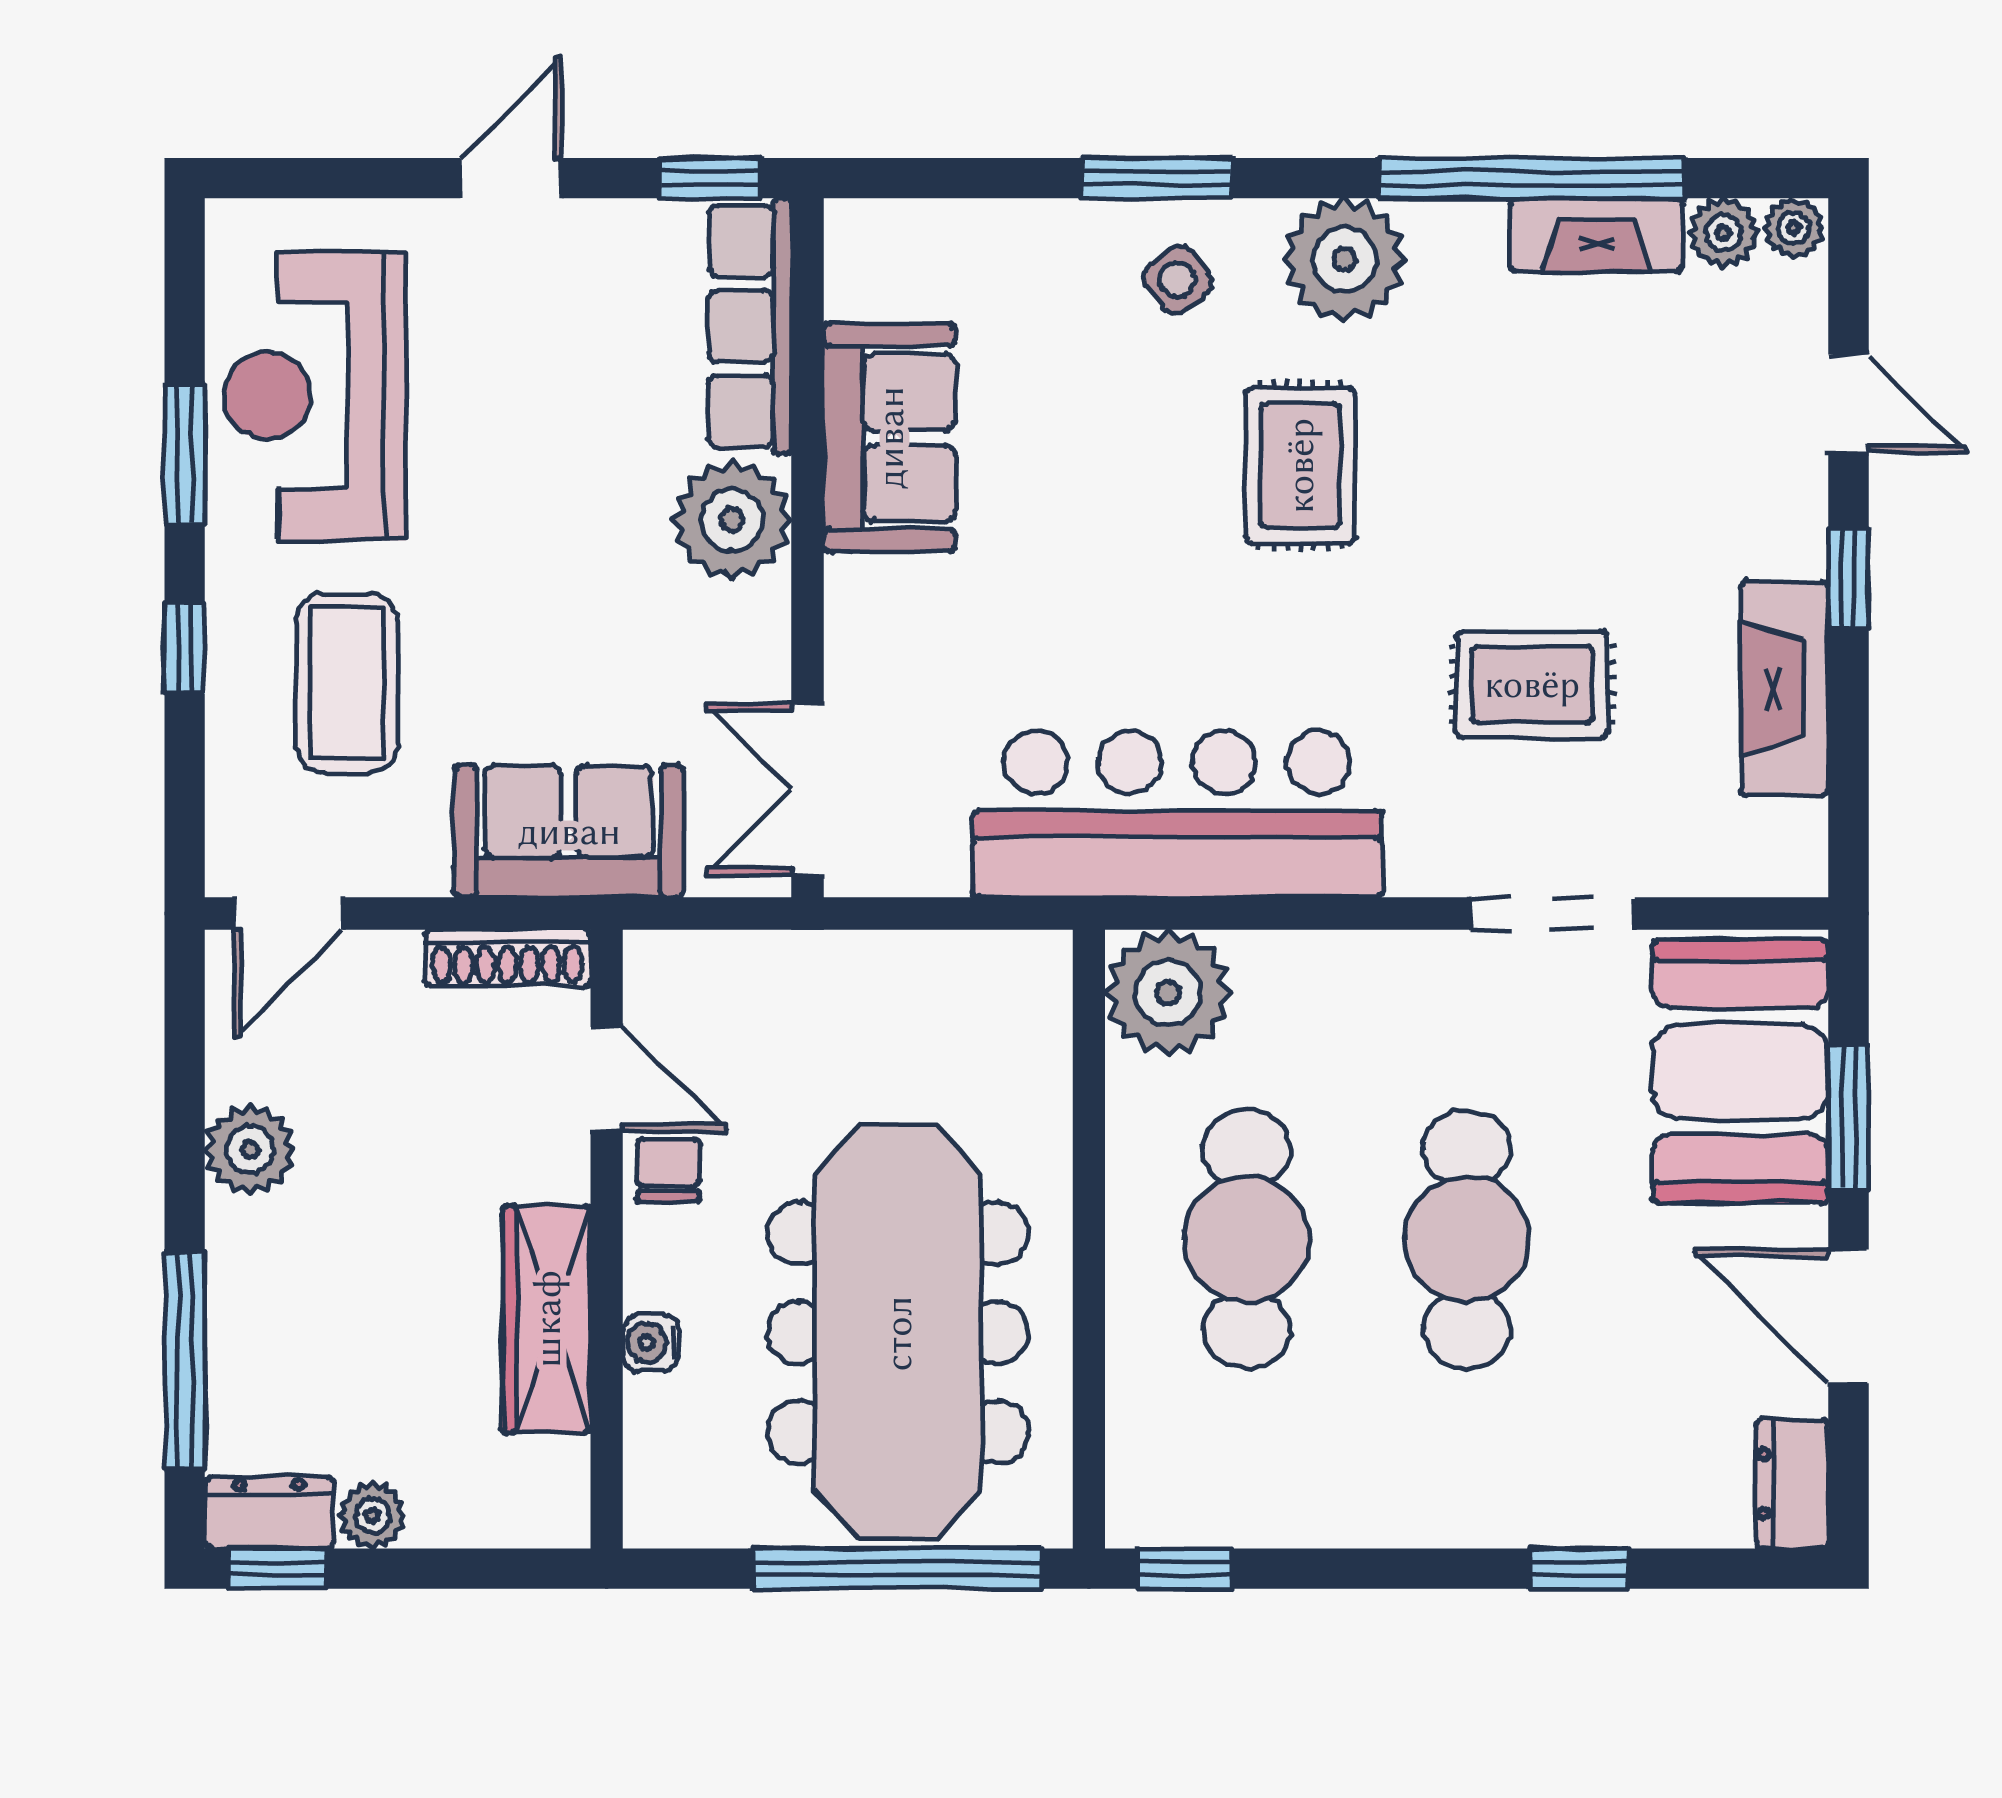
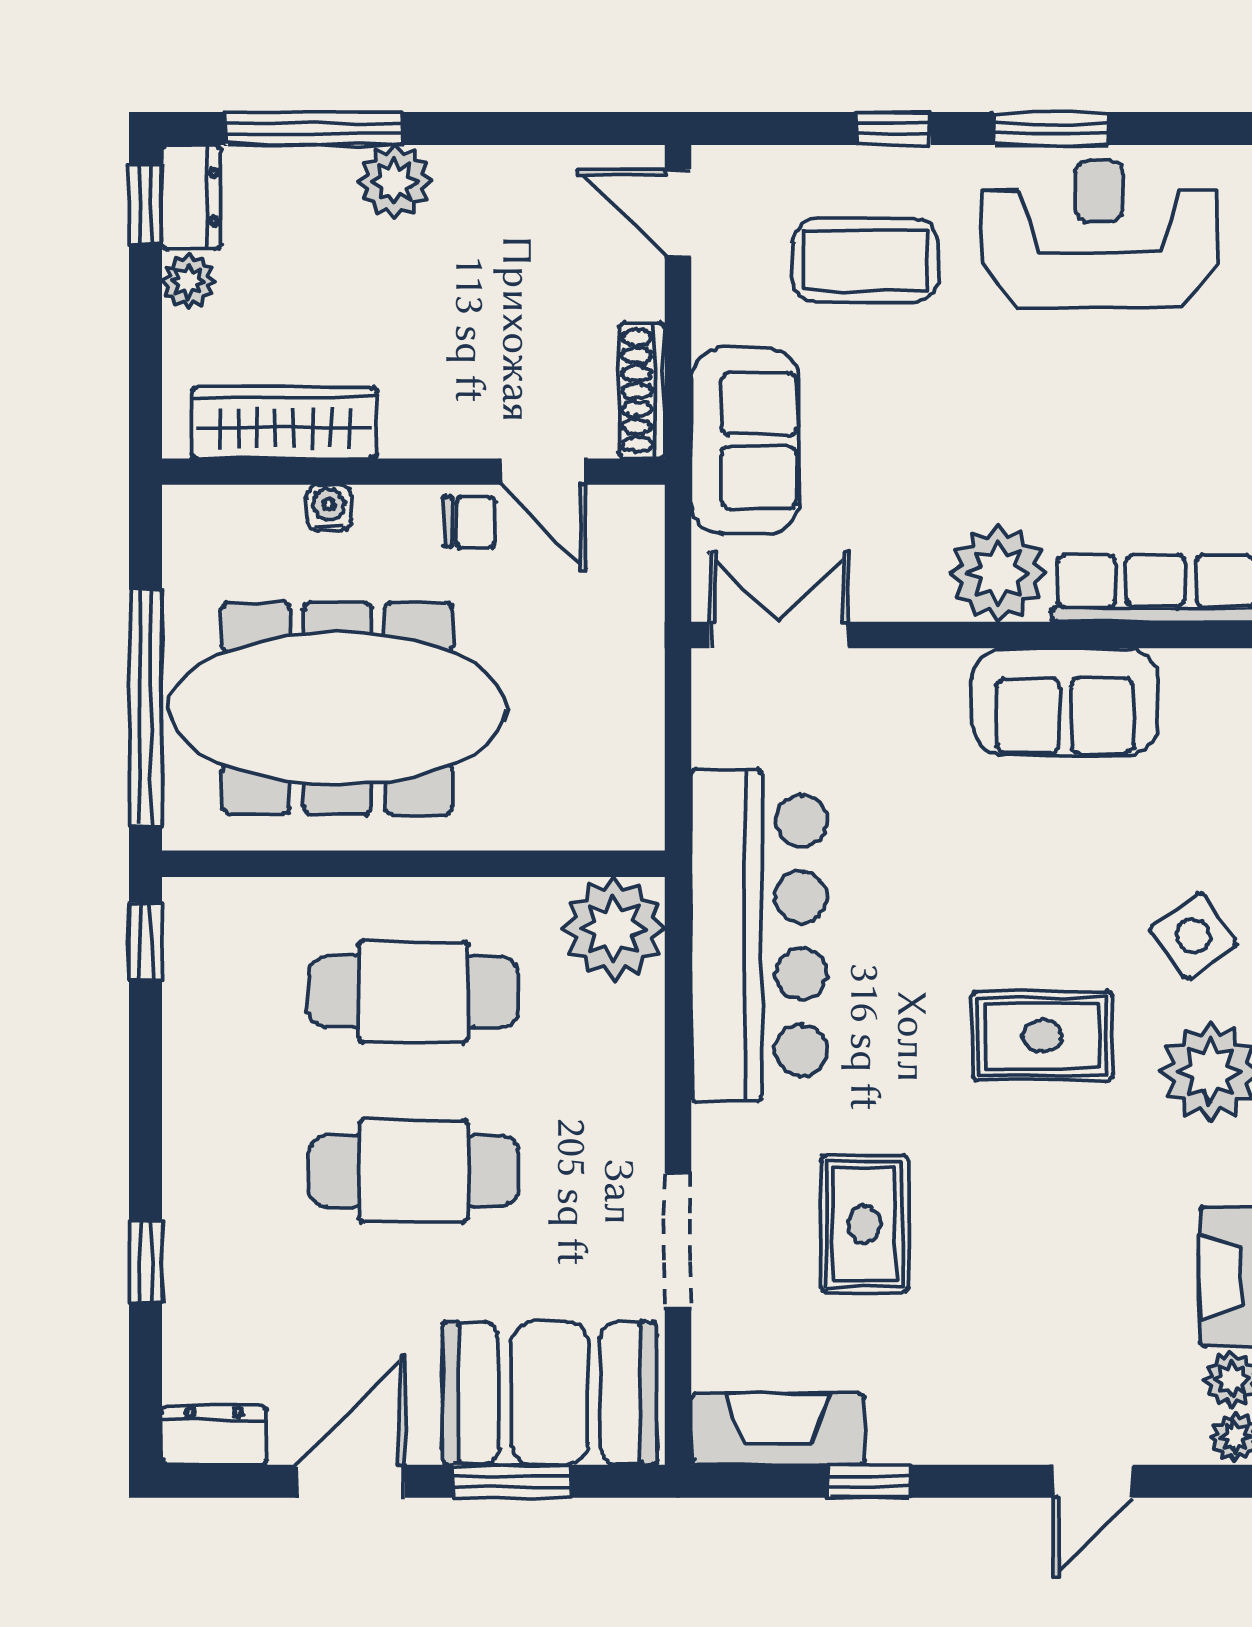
side table: (1178, 280) -> (1193, 936), width x1.37, depth x1.37
window: (1848, 579) -> (870, 1481), moved
fireplace: (1784, 688) -> (778, 1429), moved
door: (607, 1079) -> (543, 472), hinge flipped
plant: (250, 1150) -> (395, 182), moved
wardrobe: (547, 1319) -> (284, 423), moved

